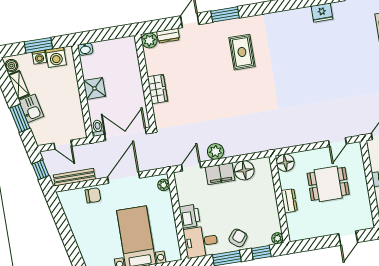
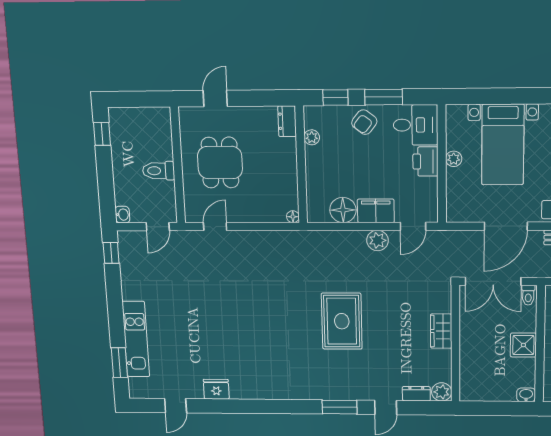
rug: (242, 52) -> (342, 321), moved, width x1.36, depth x1.43
floor lamp: (285, 163) -> (293, 217), width x0.53, depth x0.53
dining table: (328, 184) -> (220, 163), moved, turned 90
plant: (164, 185) -> (454, 159), moved
dresser: (289, 201) -> (287, 121), moved
plant: (277, 238) -> (312, 137), moved

